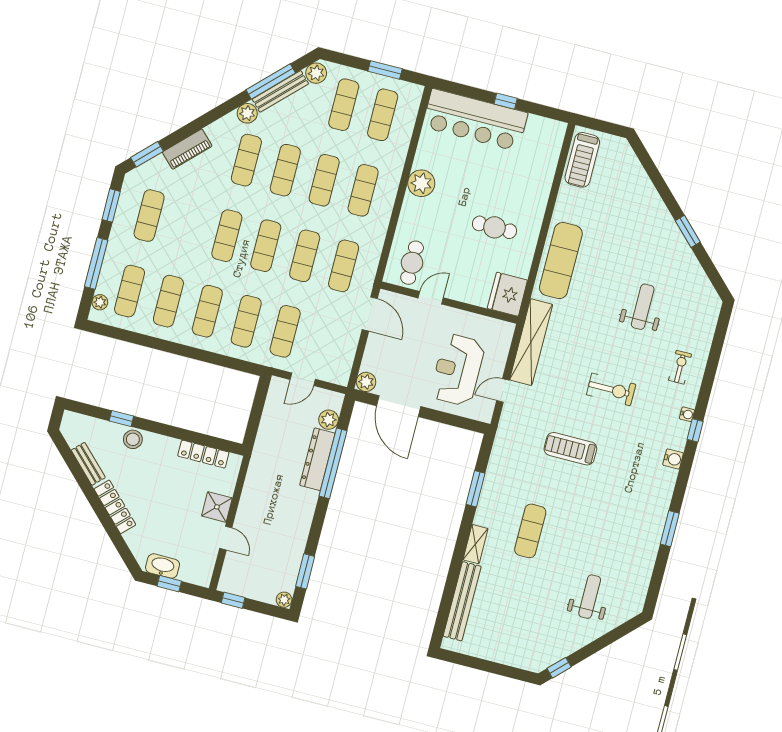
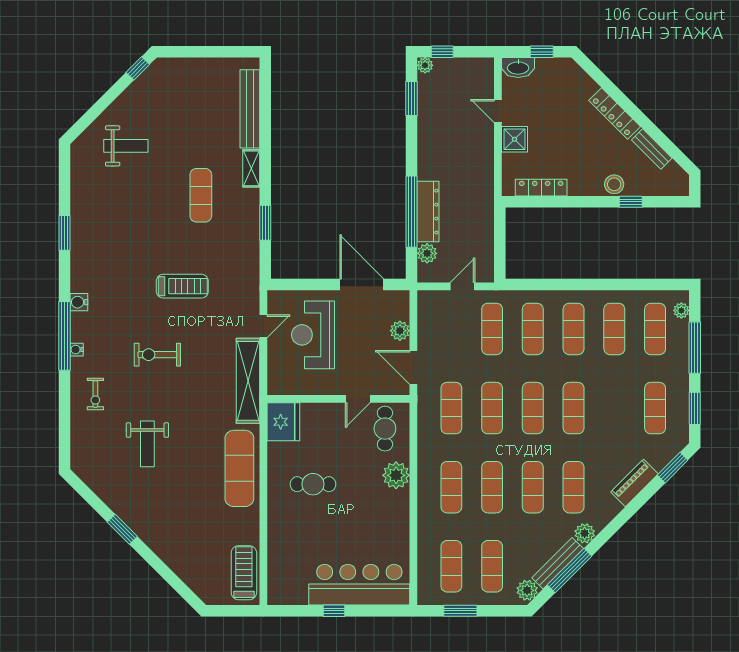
plant: (421, 183) -> (396, 475), moved
reception desk: (457, 370) -> (313, 335), turned 180
plant: (366, 382) -> (400, 331), moved
window: (695, 430) -> (64, 336), width x3.17
washbasin: (163, 566) -> (518, 67), moved
weight bench: (590, 597) -> (126, 146), turned -90
window: (233, 600) -> (442, 52), moved

